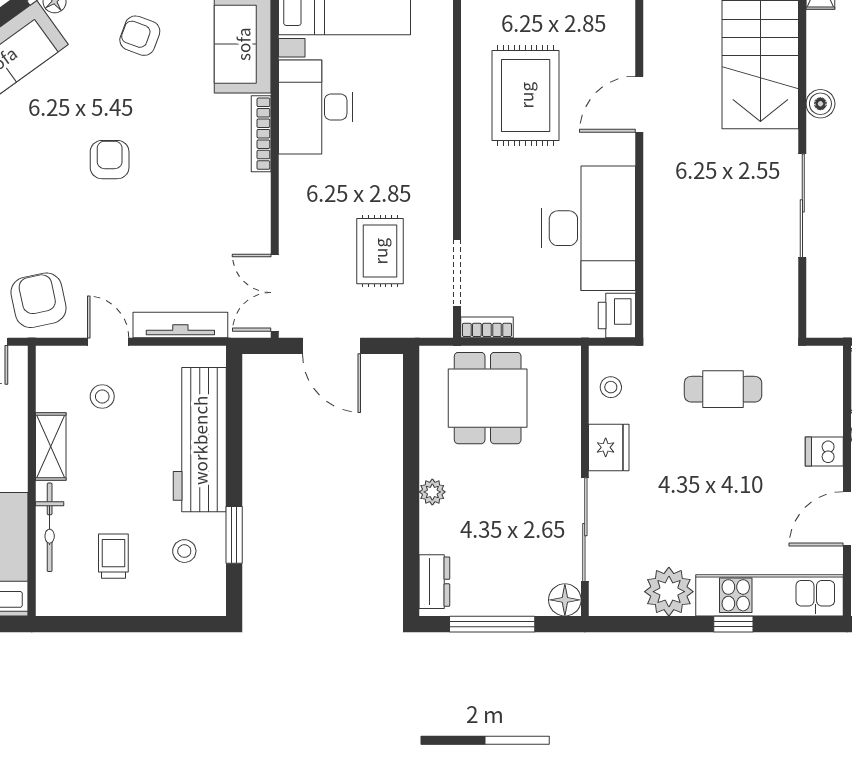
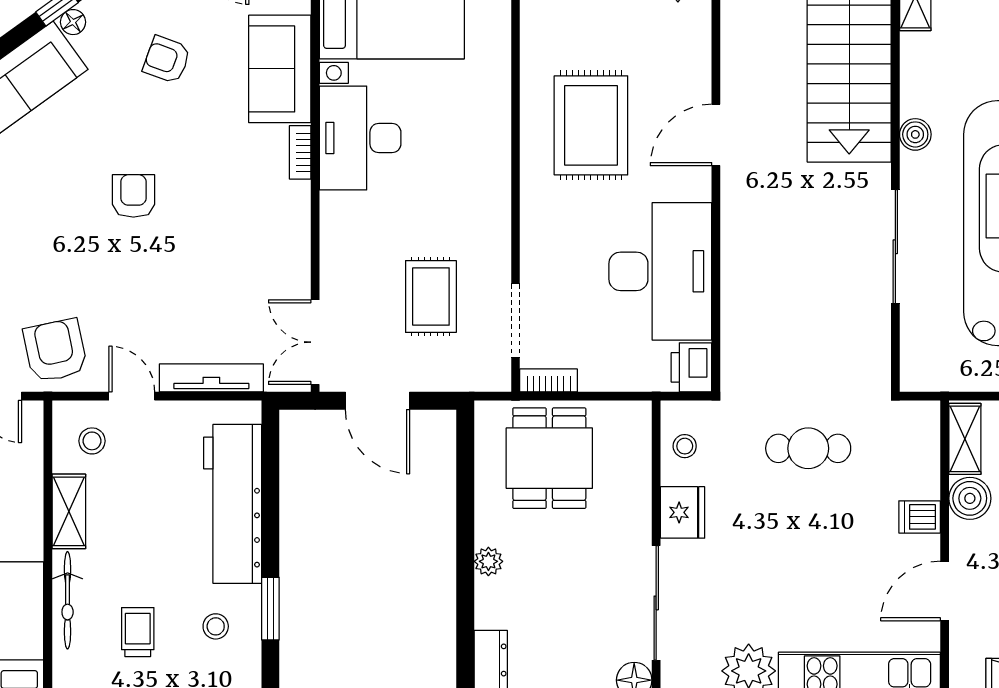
bookcase: (261, 134) -> (300, 152), width x0.64
stool: (102, 397) -> (92, 441), moved

